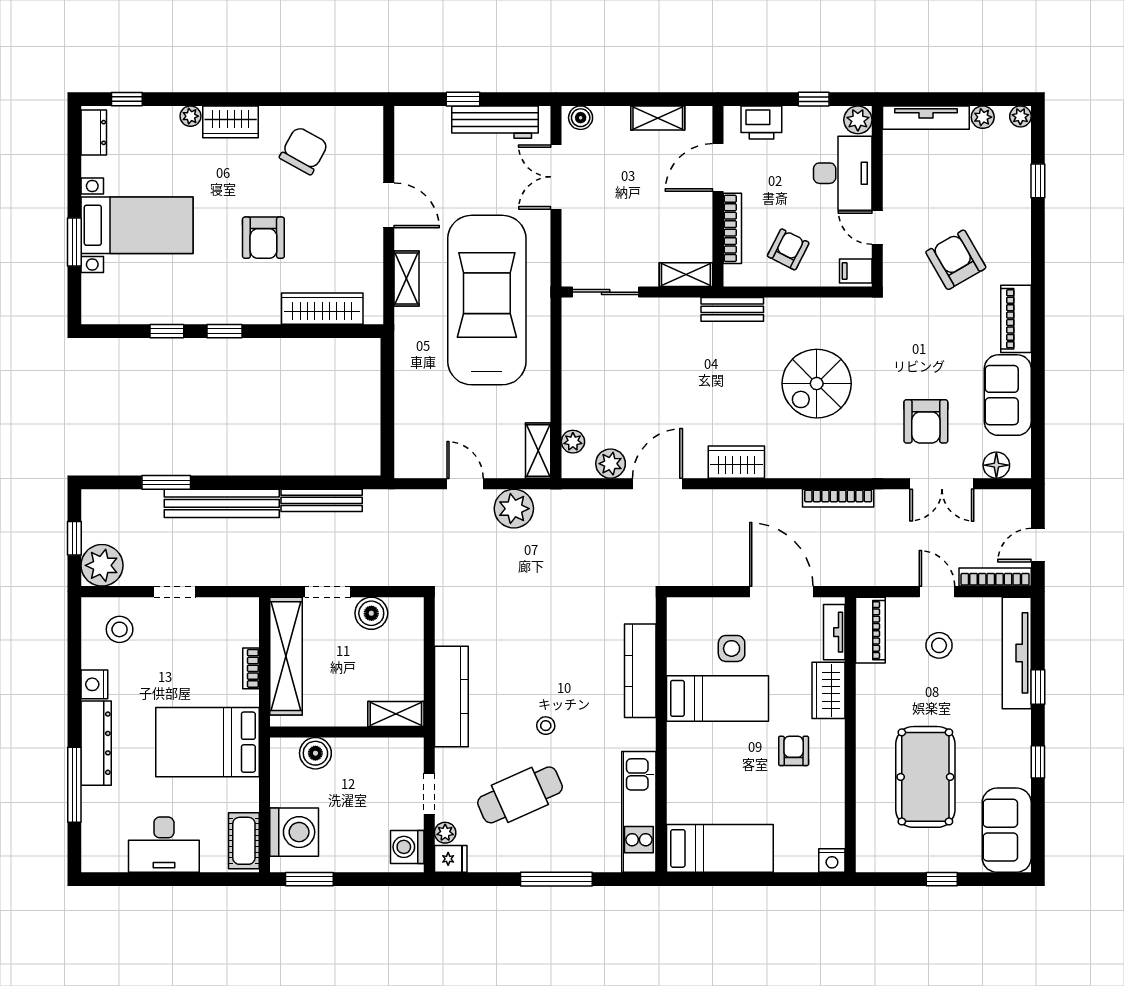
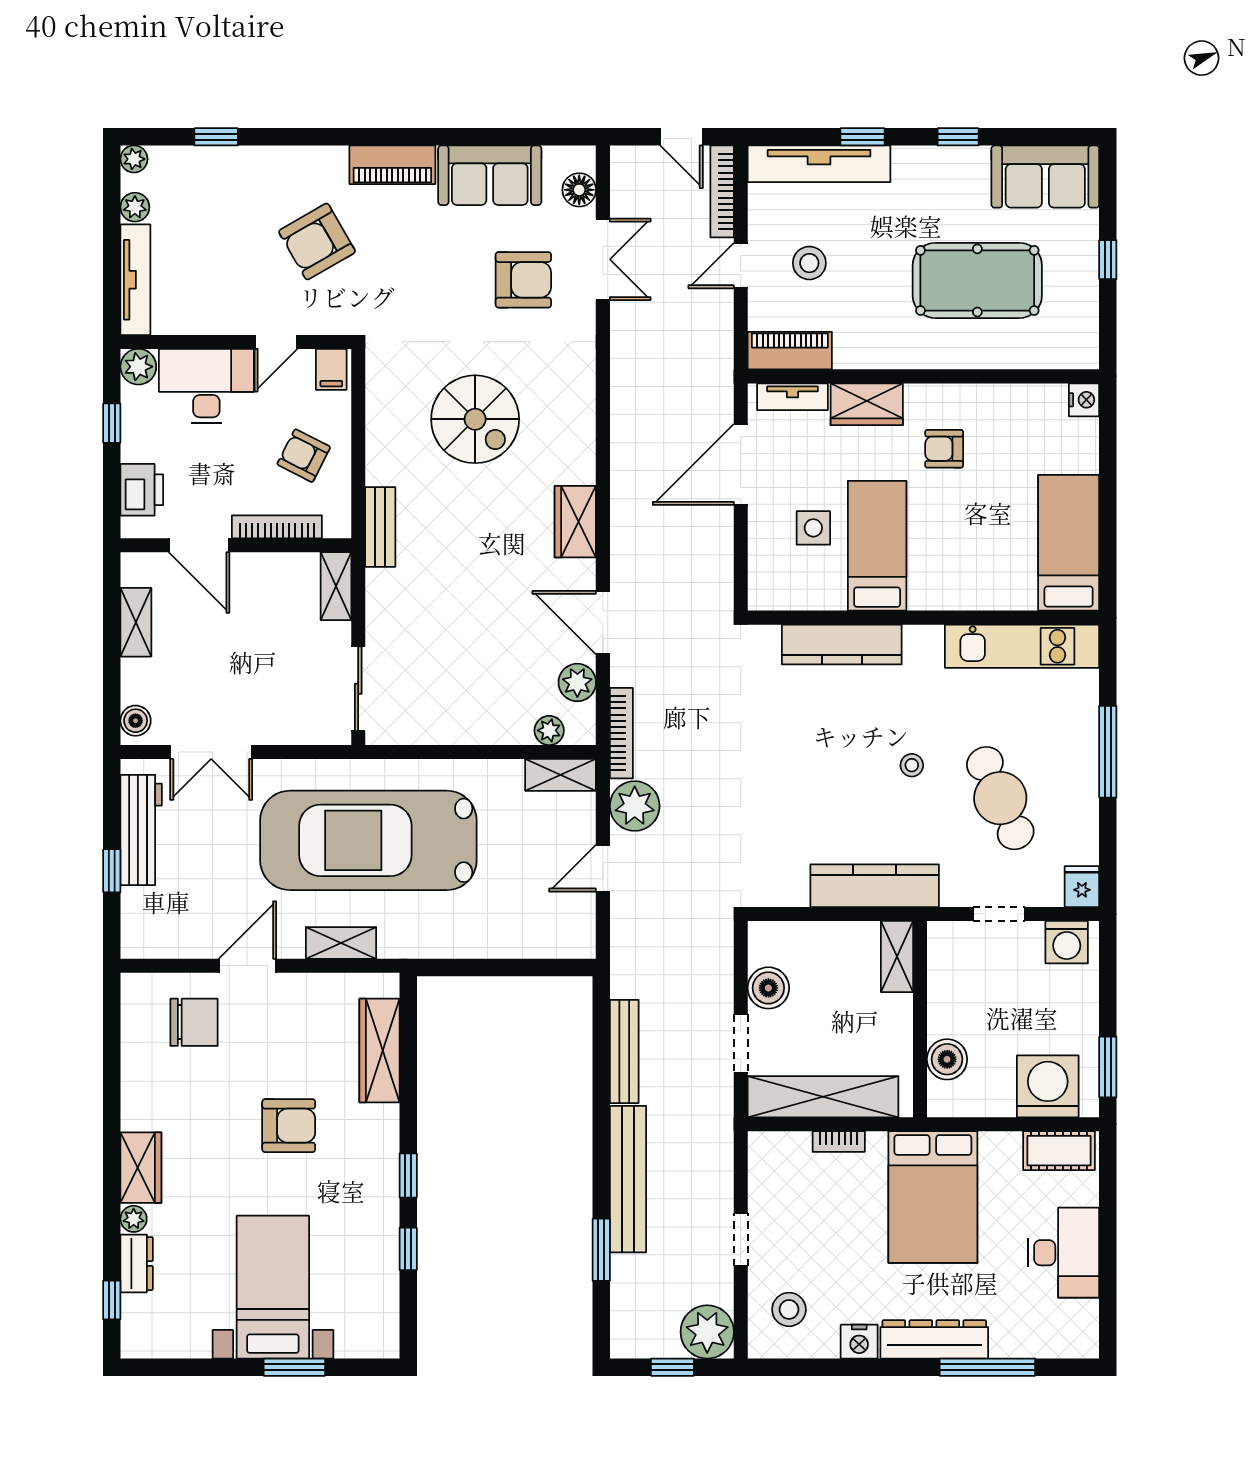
dresser: (94, 132) -> (137, 1264), moved, turned 90
chair: (304, 151) -> (194, 1022), moved, turned 151
bookcase: (838, 498) -> (621, 733), moved
plant: (445, 833) -> (1049, 894), removed

